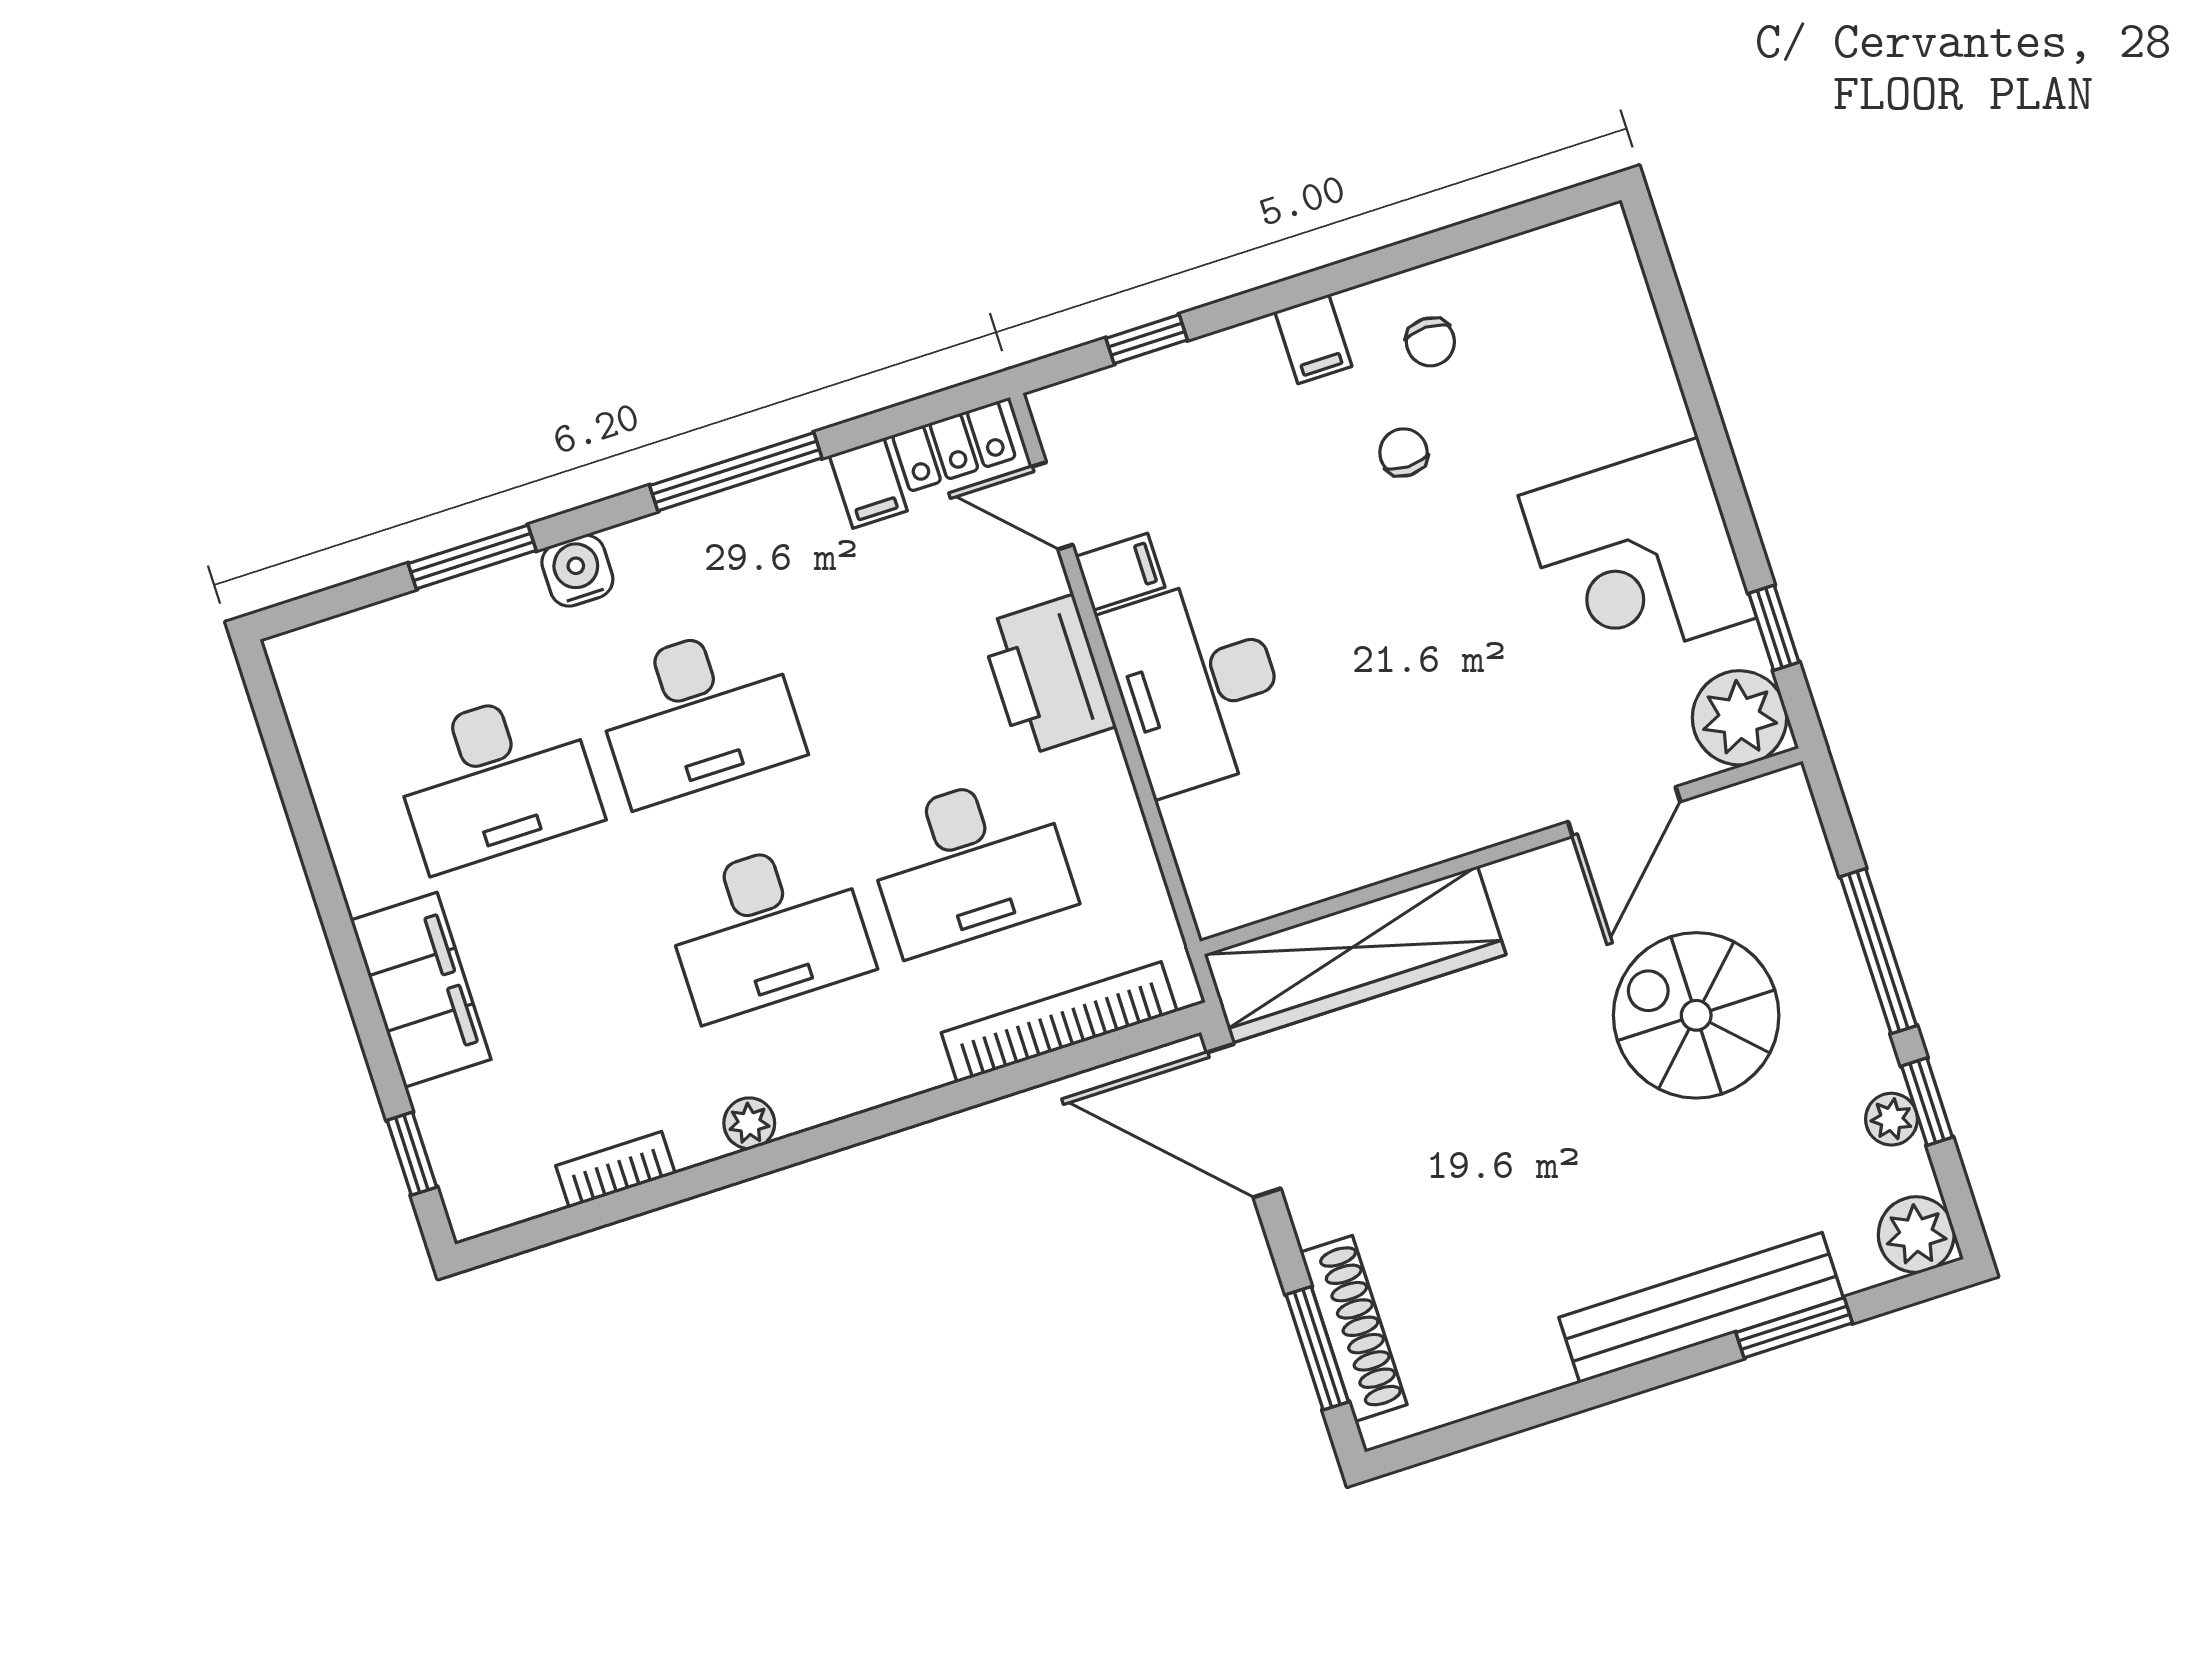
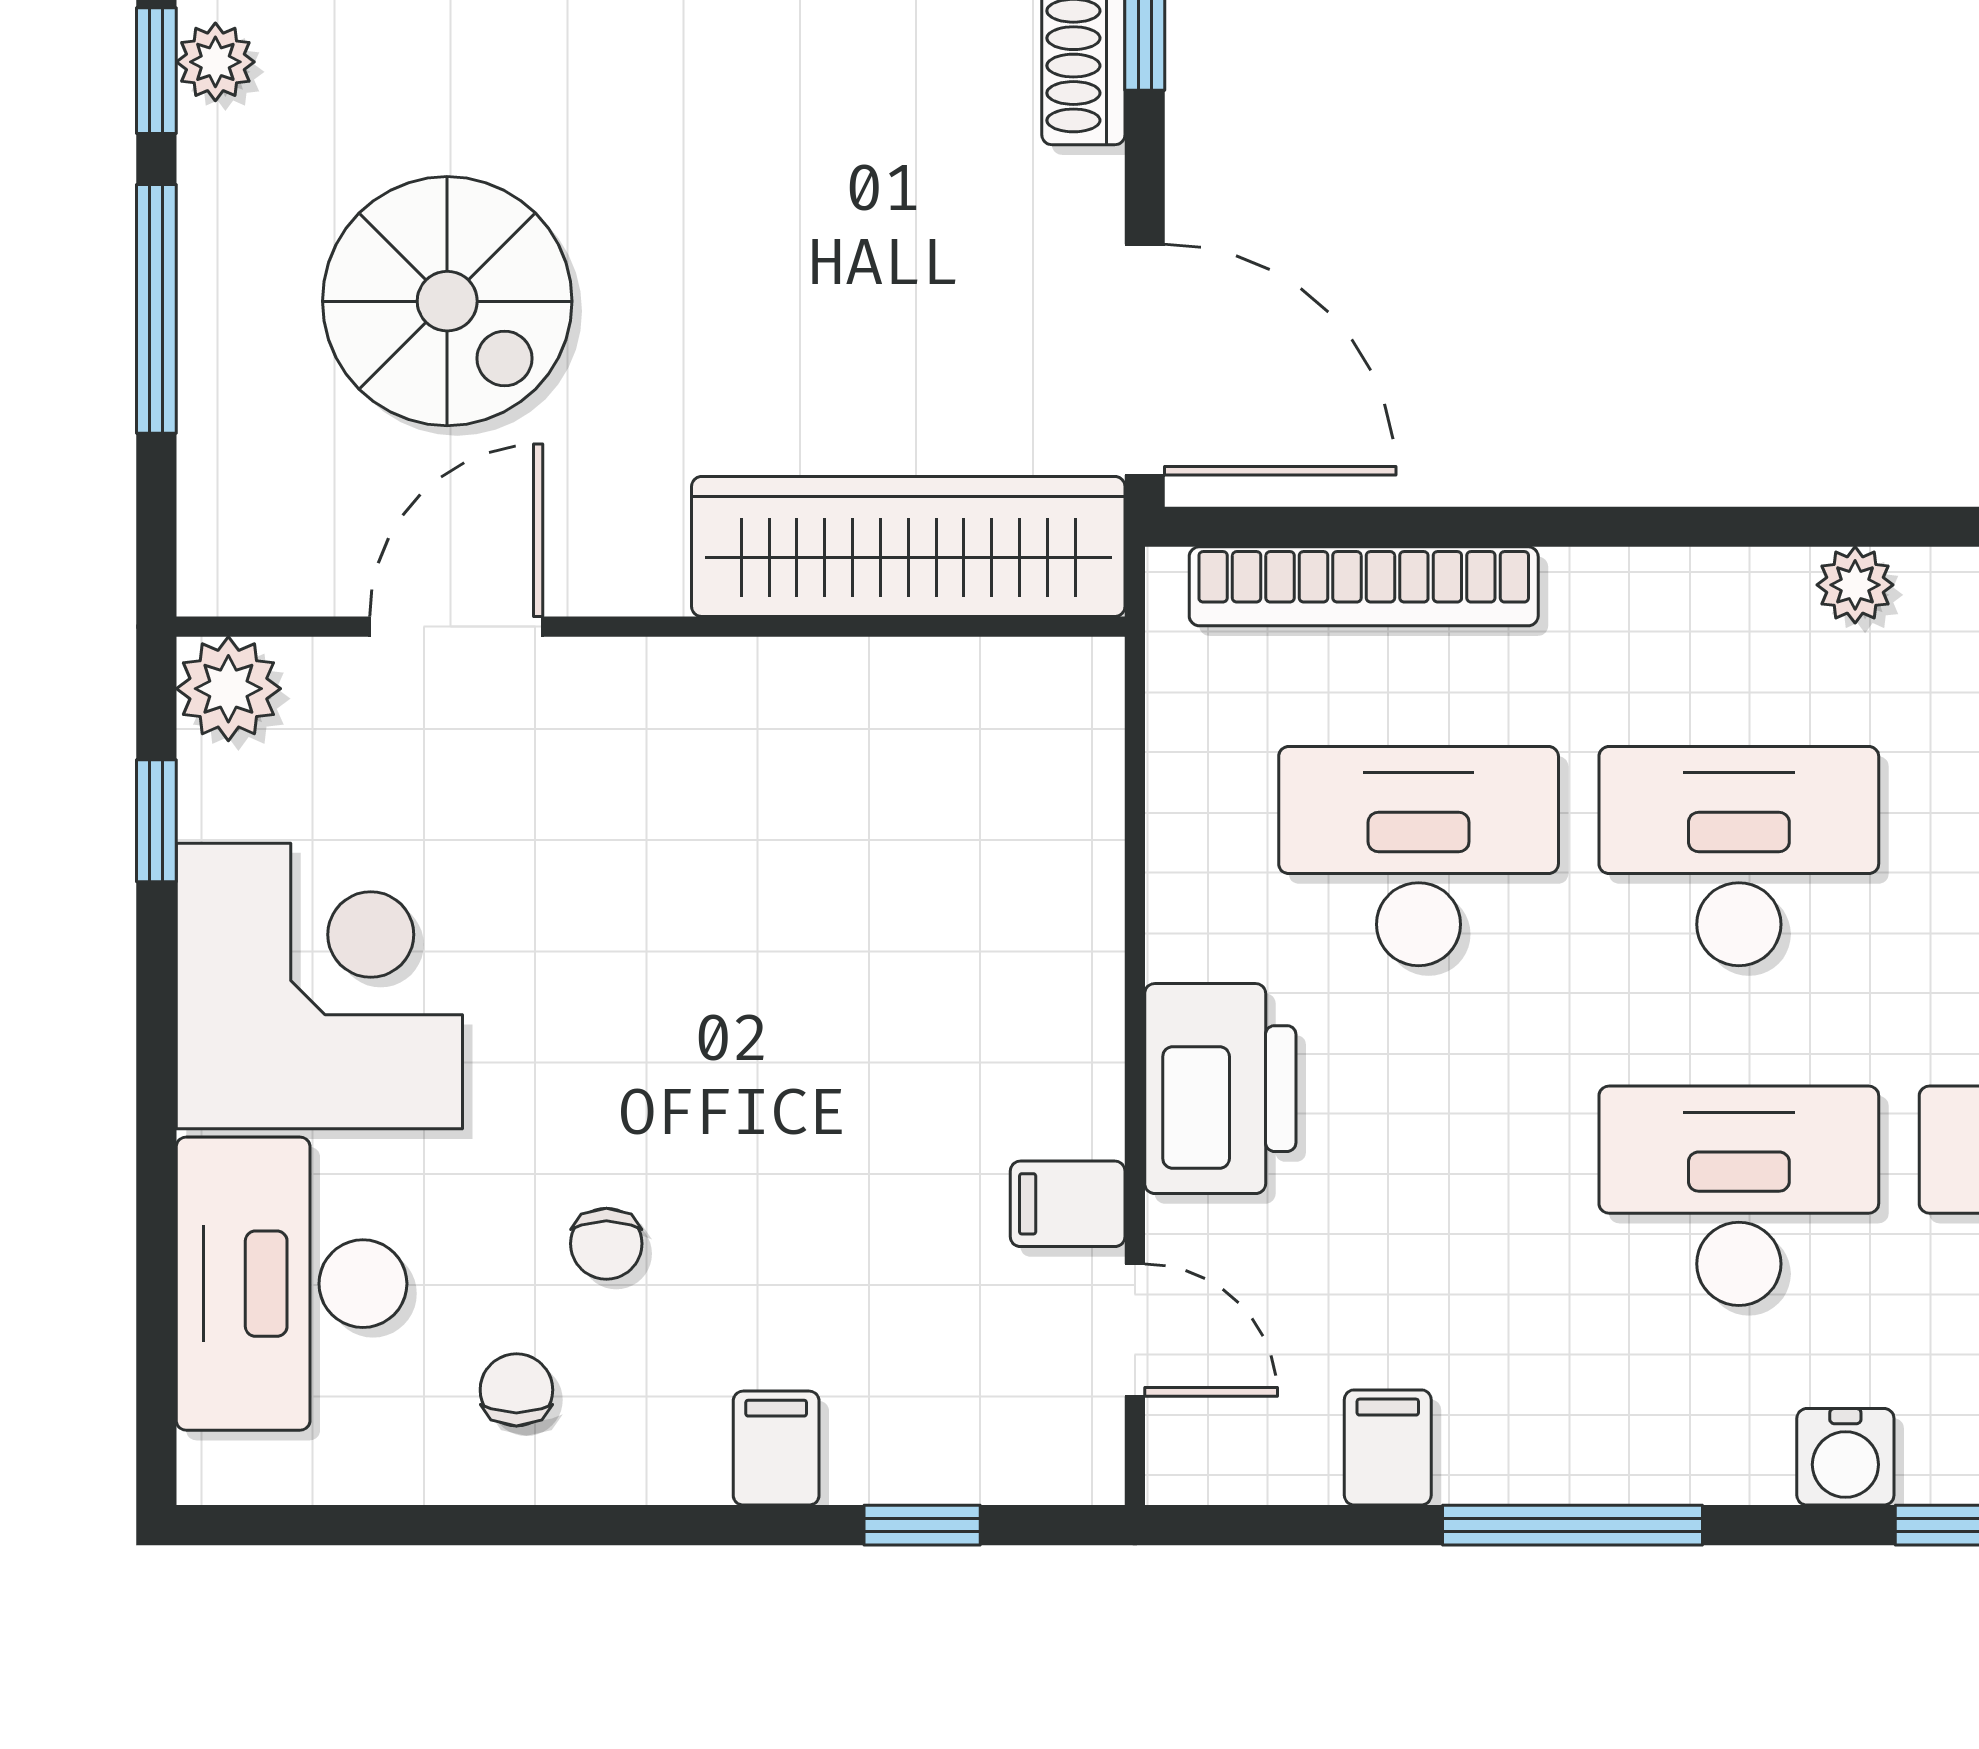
filing cabinet: (1313, 339) -> (776, 1448), moved
locker: (954, 446) -> (1248, 1461), removed
desk: (1197, 685) -> (292, 1284), moved, turned 180
plant: (1739, 718) -> (228, 689), width x0.73, depth x0.73

